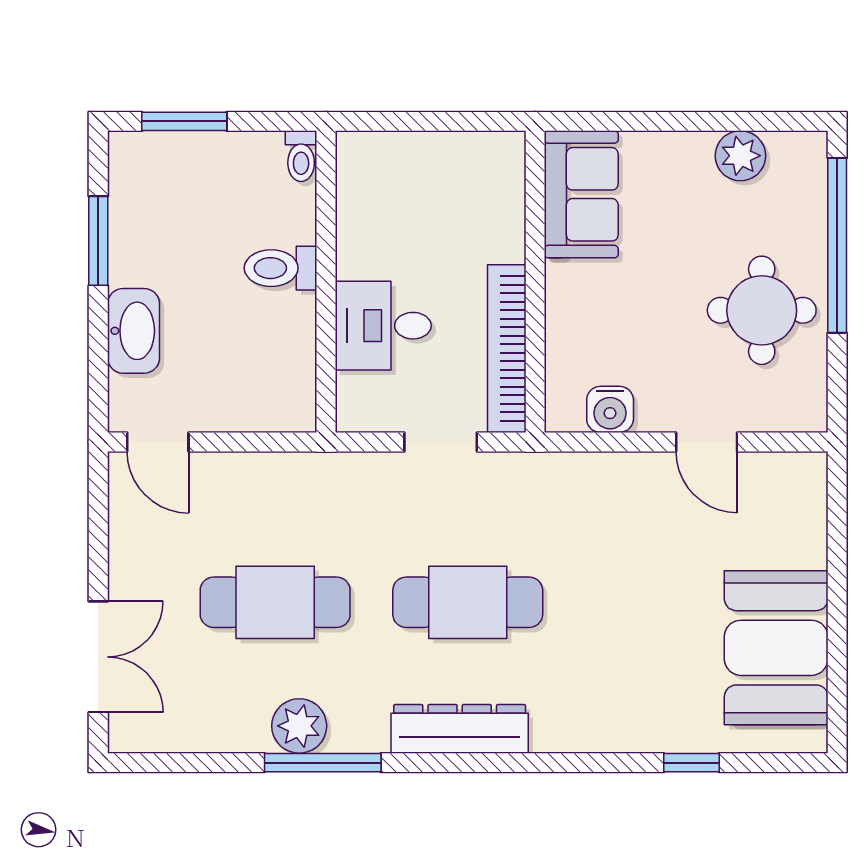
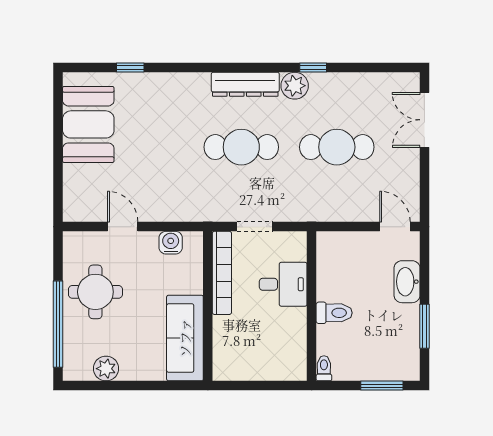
sofa: (581, 194) -> (185, 338), width x1.36
plant: (299, 726) -> (295, 86), moved
window: (323, 763) -> (313, 68), width x0.46

